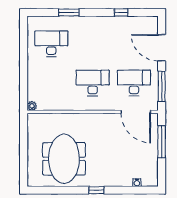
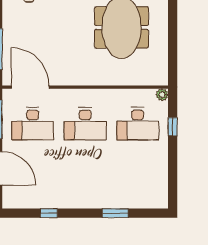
desk: (51, 44) -> (138, 124), moved
window: (24, 81) -> (173, 127), added

